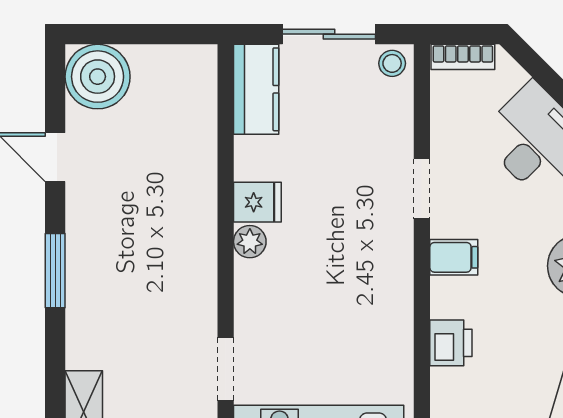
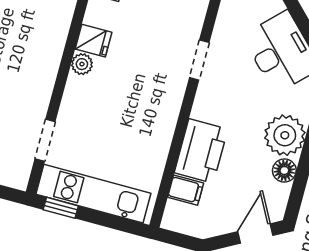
filing cabinet: (454, 257) -> (186, 190), moved
printer: (451, 343) -> (201, 151), width x1.87, depth x1.48

